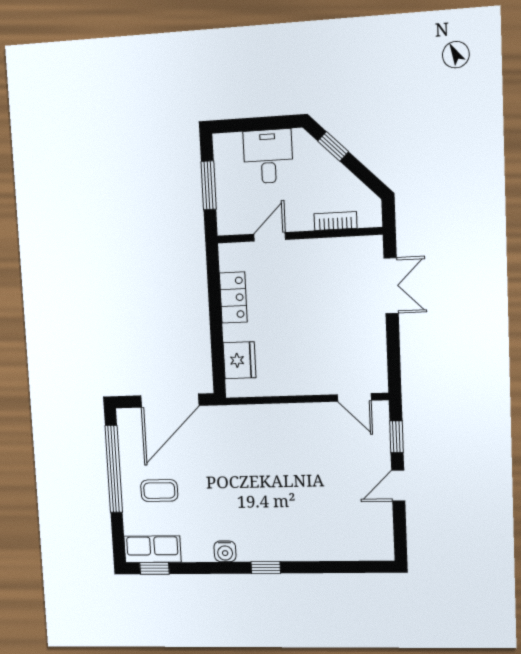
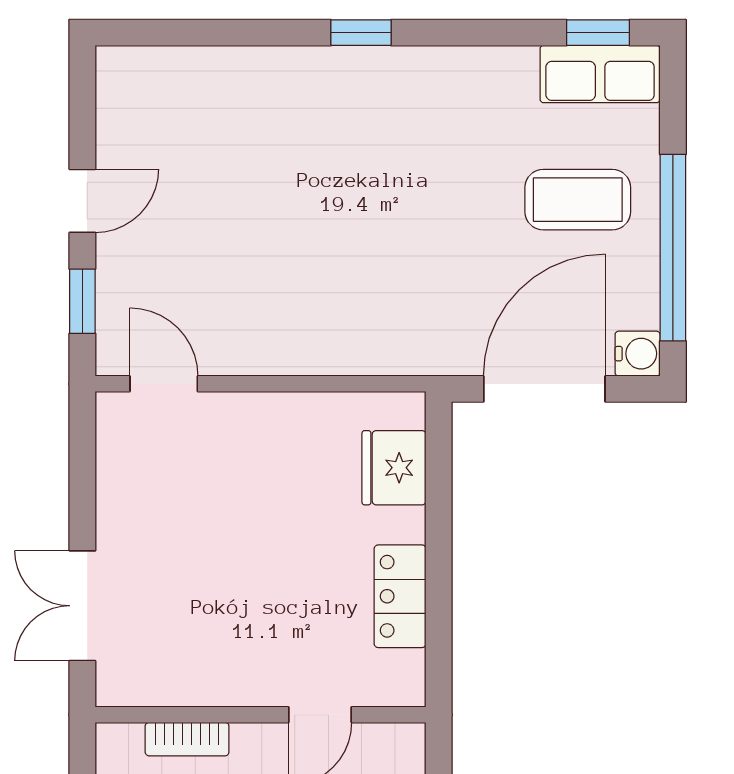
coffee table: (159, 491) -> (578, 200), width x1.36, depth x1.30
water cooler: (225, 551) -> (638, 354), moved, turned 90

